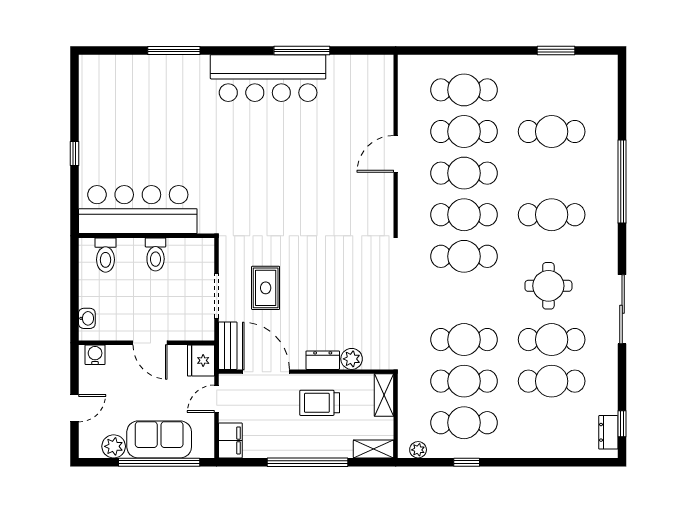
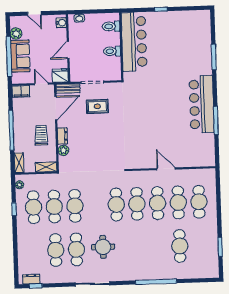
cafe table: (552, 215) -> (138, 247), removed

